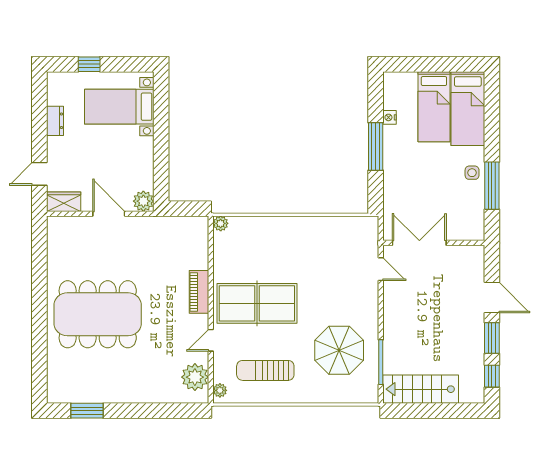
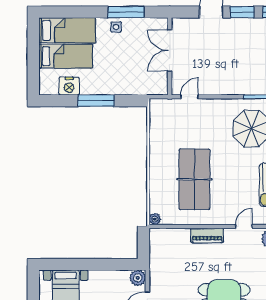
nightstand: (390, 117) -> (69, 86), width x1.89, depth x1.79
double door: (419, 243) -> (170, 51), moved
table tennis table: (257, 303) -> (194, 179), moved
door: (211, 340) -> (244, 226), swing flipped

